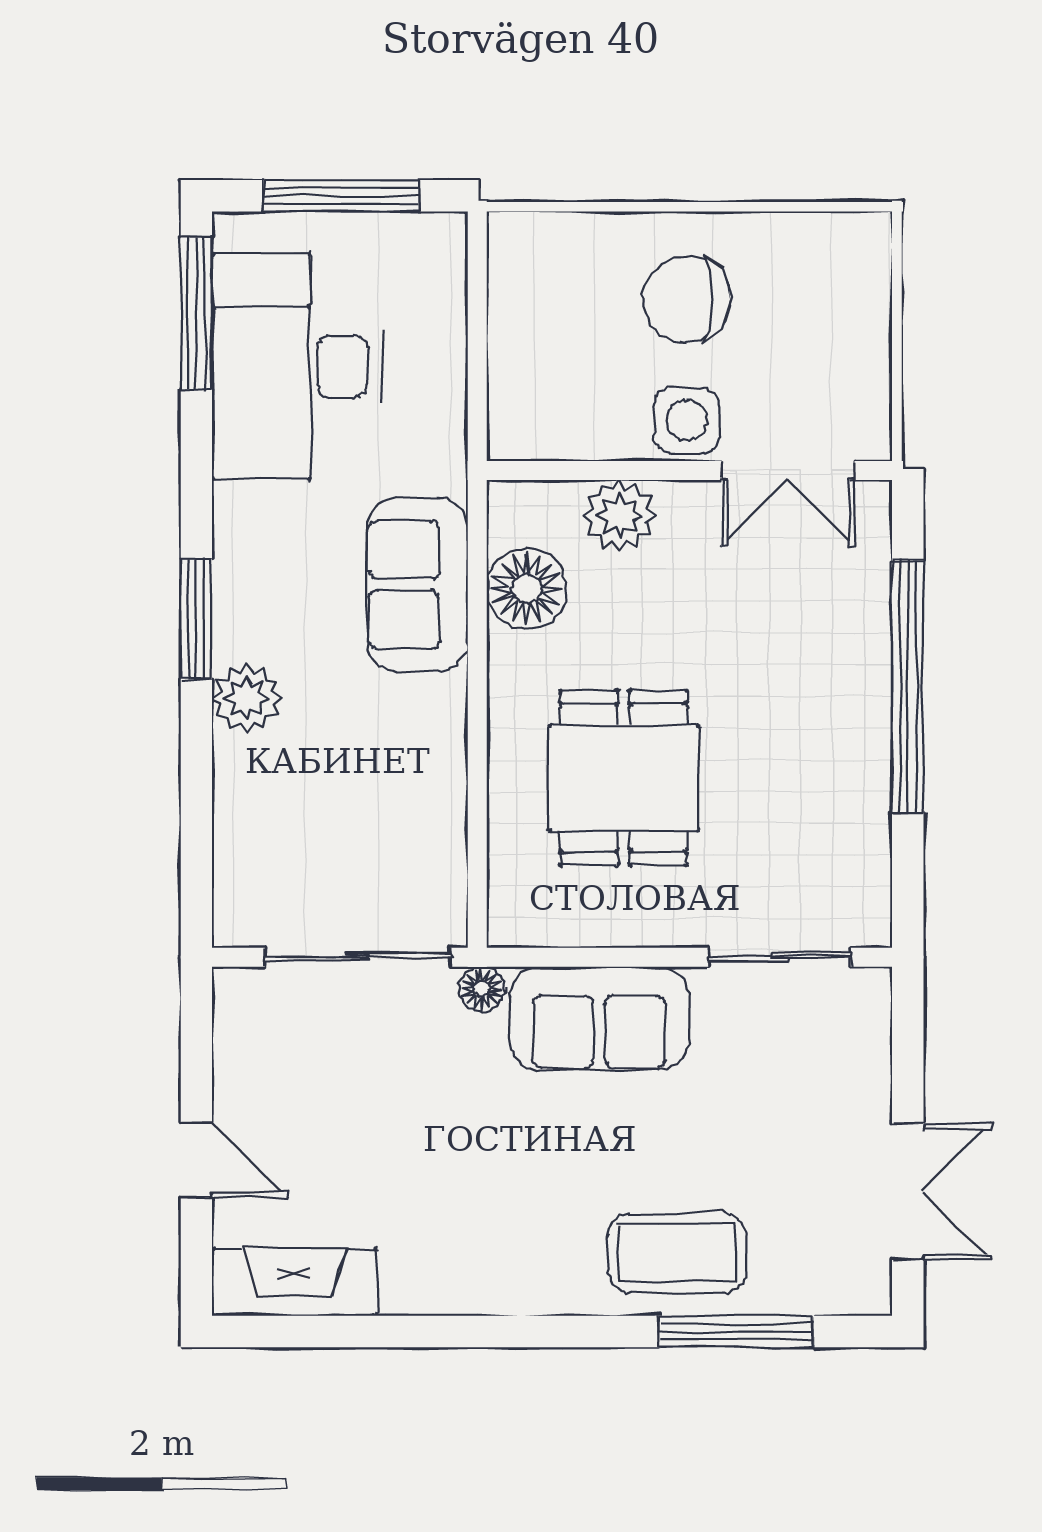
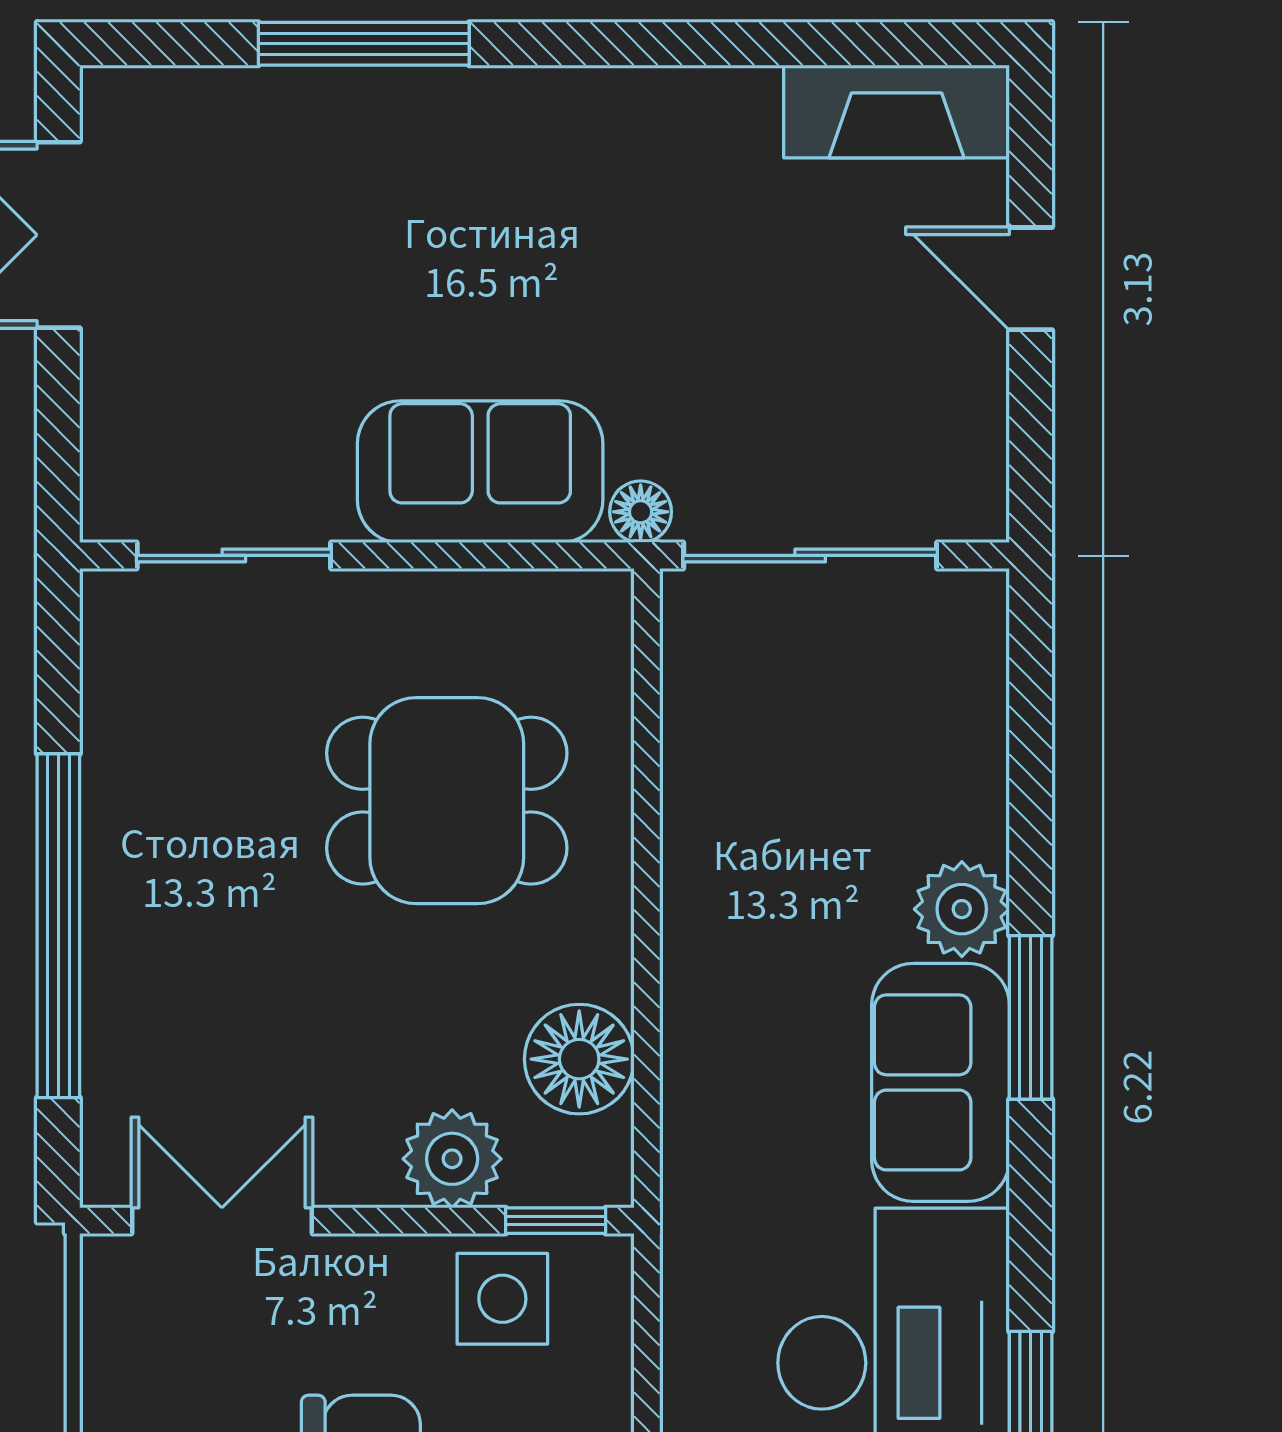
side table: (687, 420) -> (502, 1299), moved
window: (544, 470) -> (556, 1221), added
sofa: (417, 585) -> (941, 1082), moved, turned 180
dining table: (624, 778) -> (447, 801), turned 90
coffee table: (677, 1253) -> (374, 151), removed
window: (736, 1332) -> (364, 44), moved

